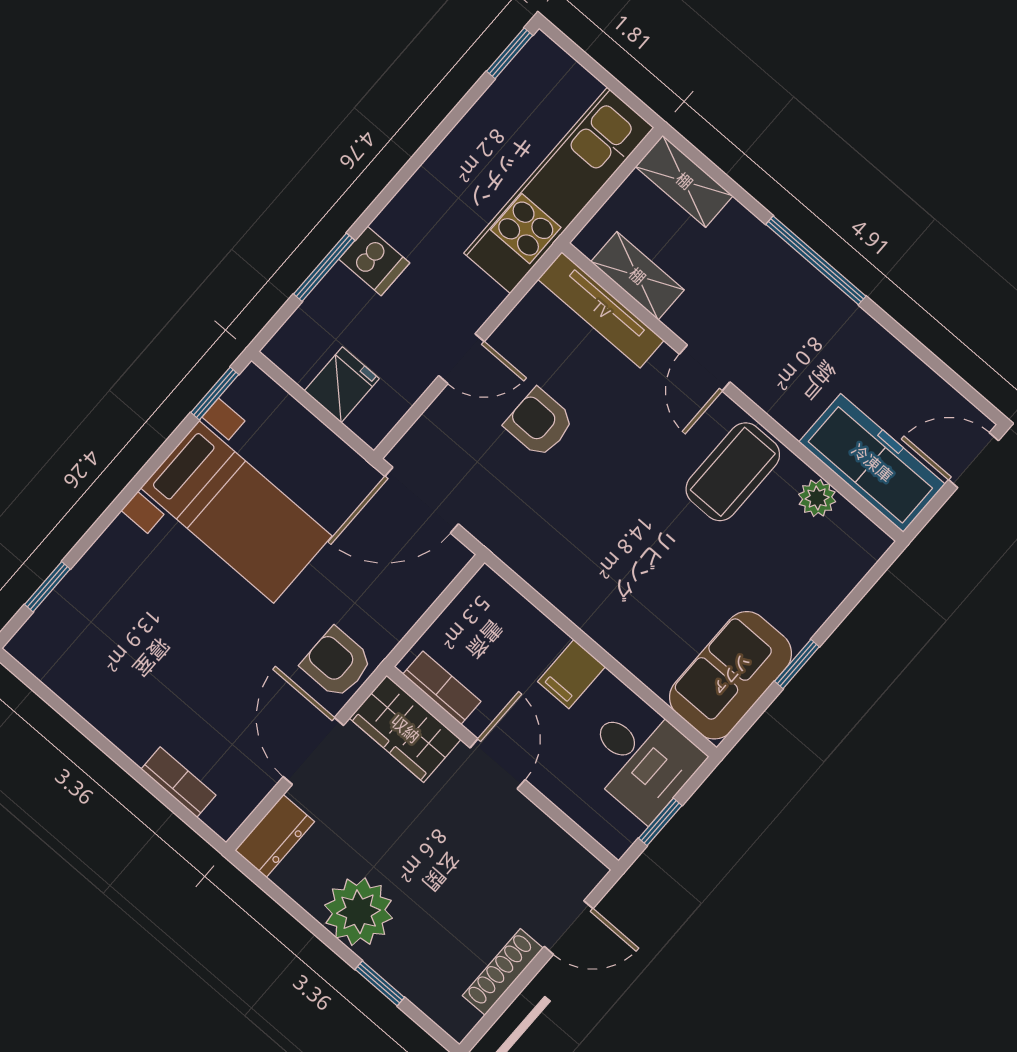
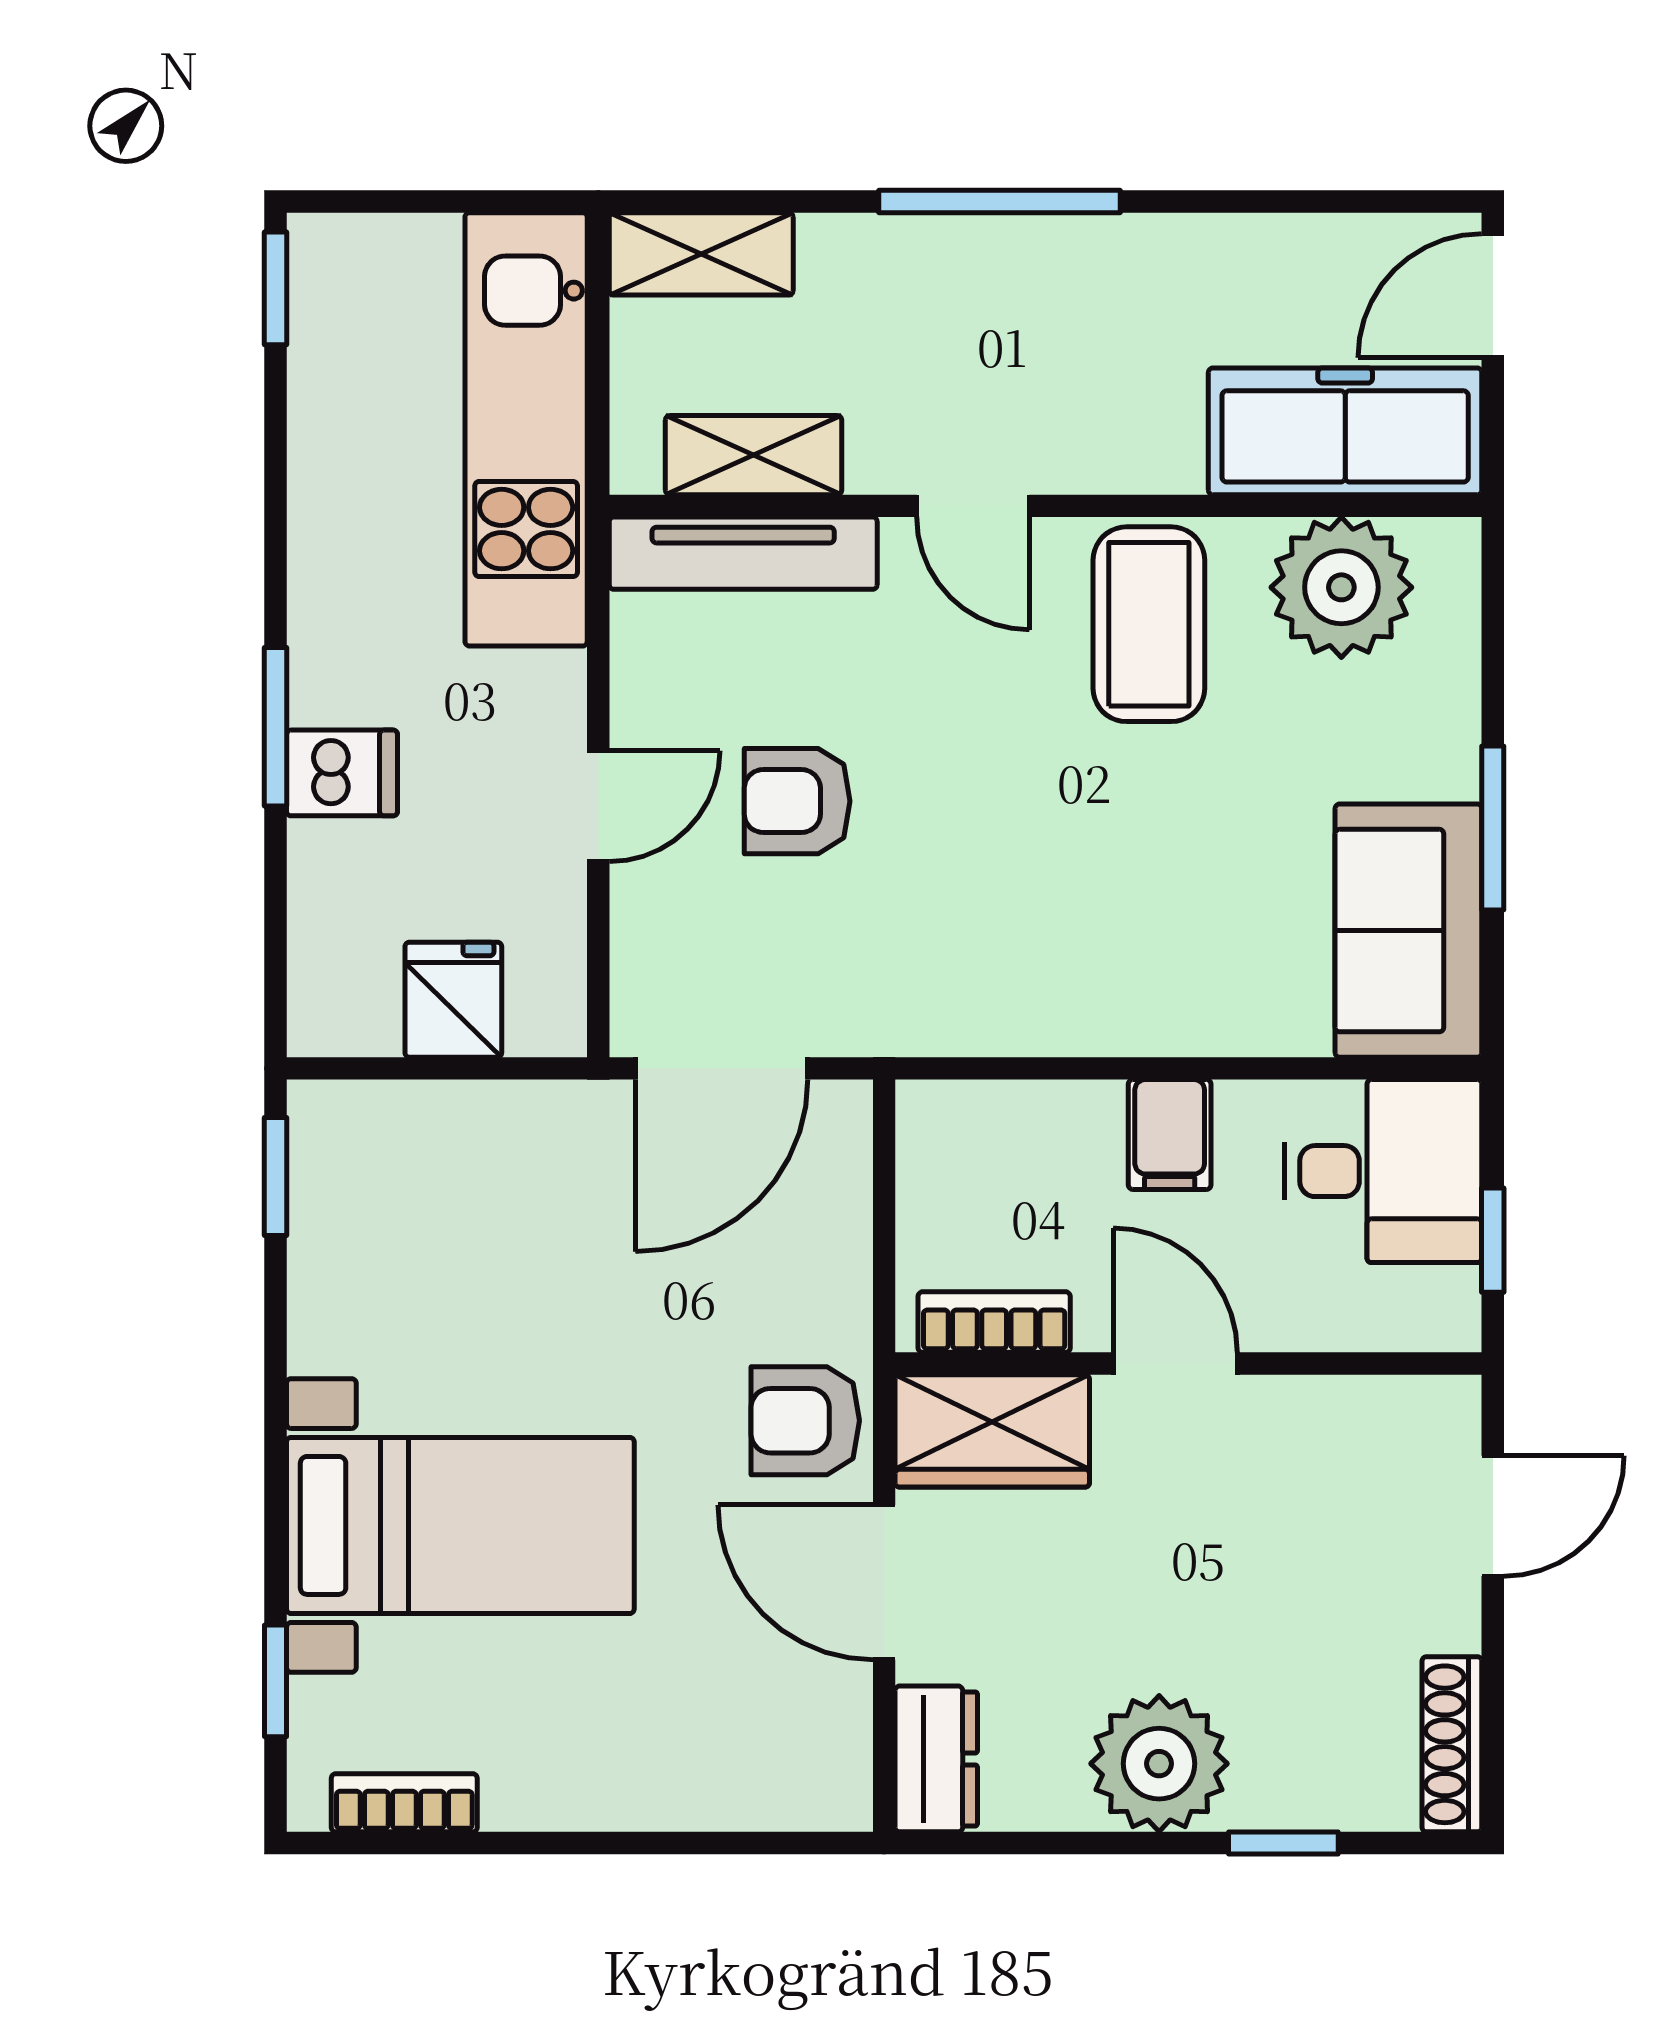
window: (324, 267) -> (275, 727), moved
plant: (817, 498) -> (1341, 587), width x1.87, depth x1.87
bed with nightstands: (236, 512) -> (460, 1525), moved
window: (797, 664) -> (1493, 828), width x1.50
bookcase: (179, 782) -> (404, 1803), moved
shoe rack: (503, 972) -> (1452, 1744), moved

